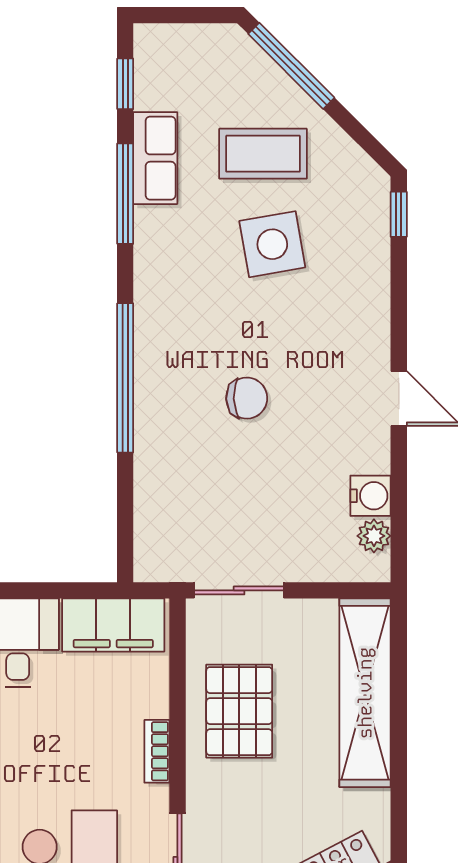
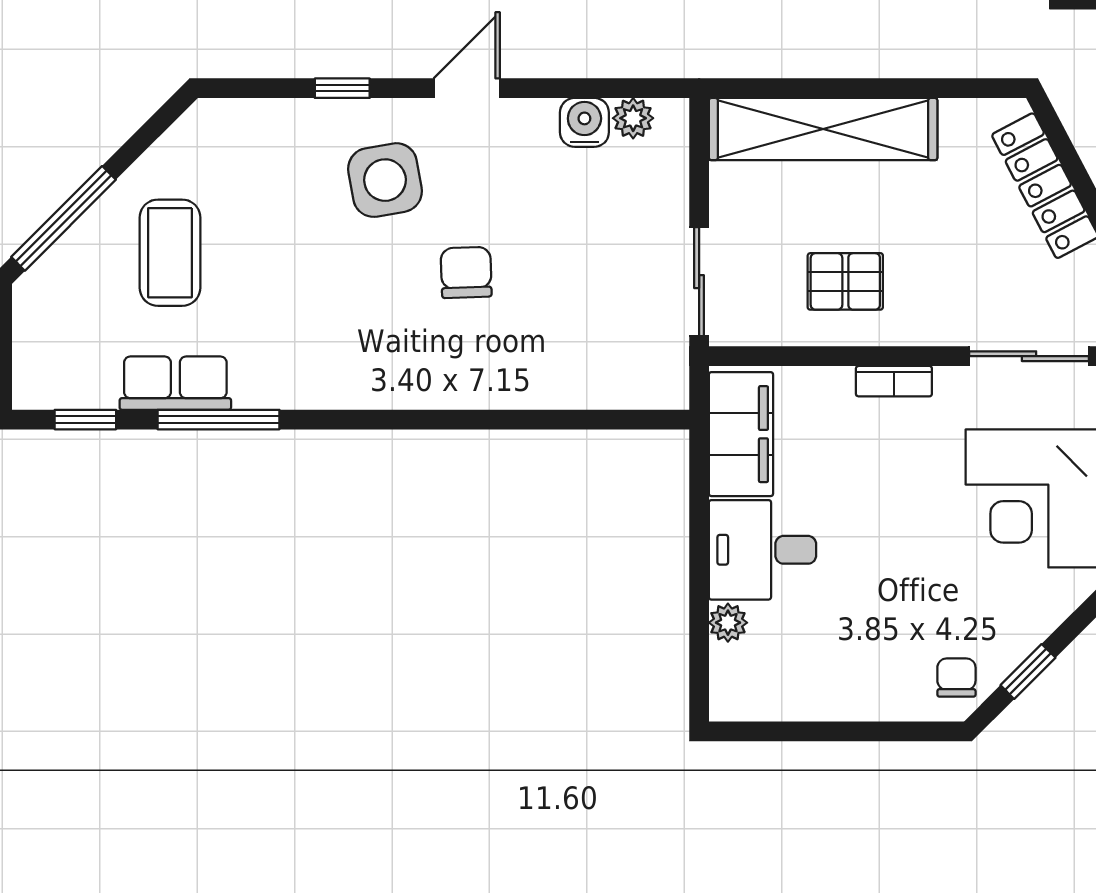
window: (399, 214) -> (342, 88), moved
side table: (272, 244) -> (385, 180), moved
window: (125, 378) -> (442, 420), removed
pallet: (239, 711) -> (845, 281), width x0.67, depth x0.71

